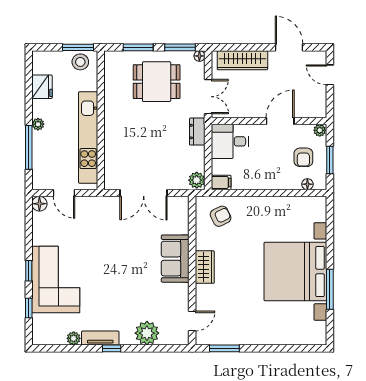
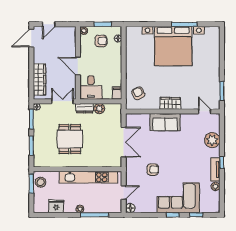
door: (289, 47) -> (31, 38), moved
dining table: (157, 82) -> (70, 139), moved
door: (280, 121) -> (78, 66), moved
plant: (197, 180) -> (99, 109), moved
armchair: (100, 239) -> (153, 170), added

